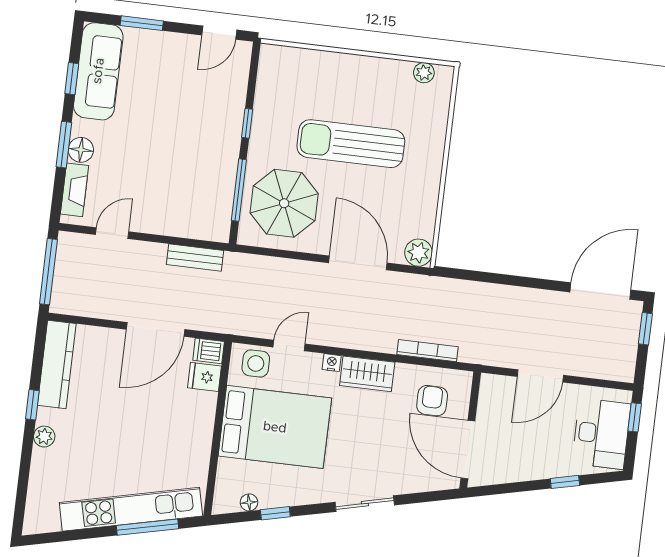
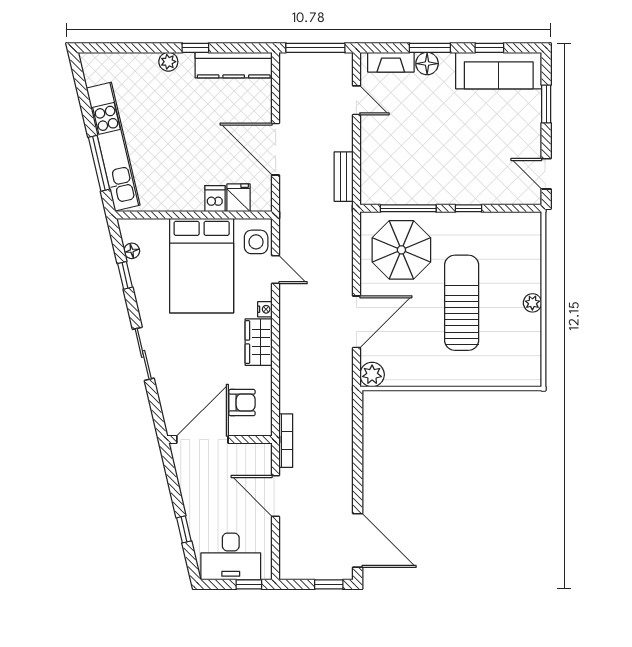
plant: (424, 73) -> (532, 303), moved
dishwasher: (209, 351) -> (215, 199), moved
bookcase: (428, 351) -> (286, 441), moved

